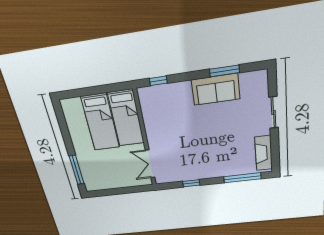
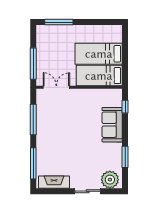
plant: (257, 86) -> (110, 180), added
sofa: (216, 89) -> (112, 125), moved
window: (191, 183) -> (33, 120), width x2.17
window: (129, 190) -> (33, 64), added

